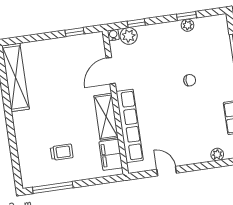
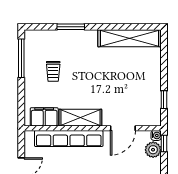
window: (136, 23) -> (164, 143), moved
door: (111, 71) -> (123, 128), swing flipped
window: (12, 141) -> (71, 27), added

